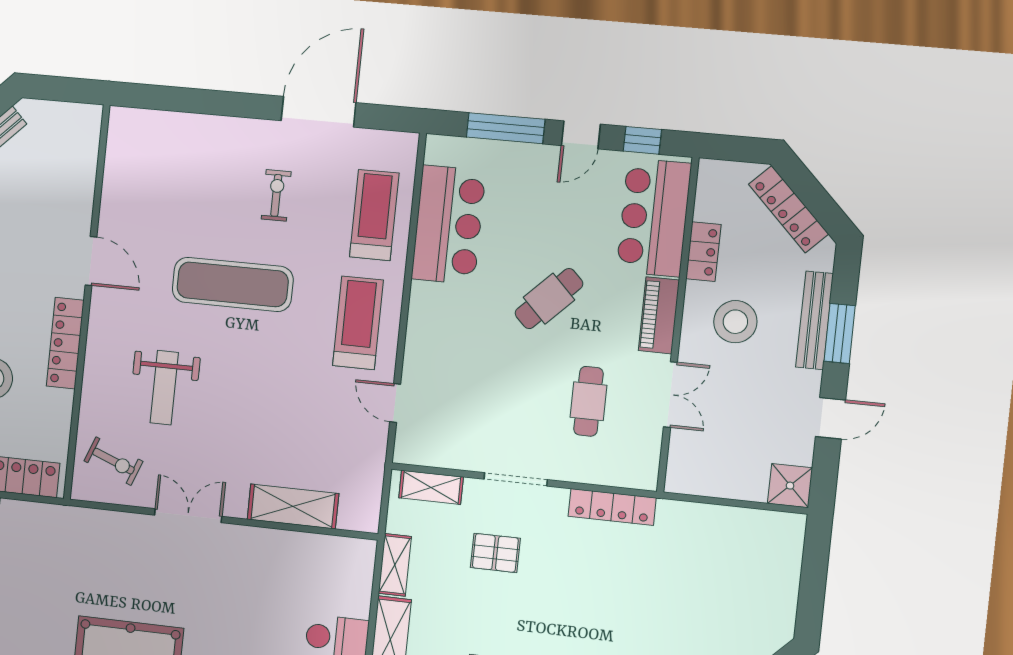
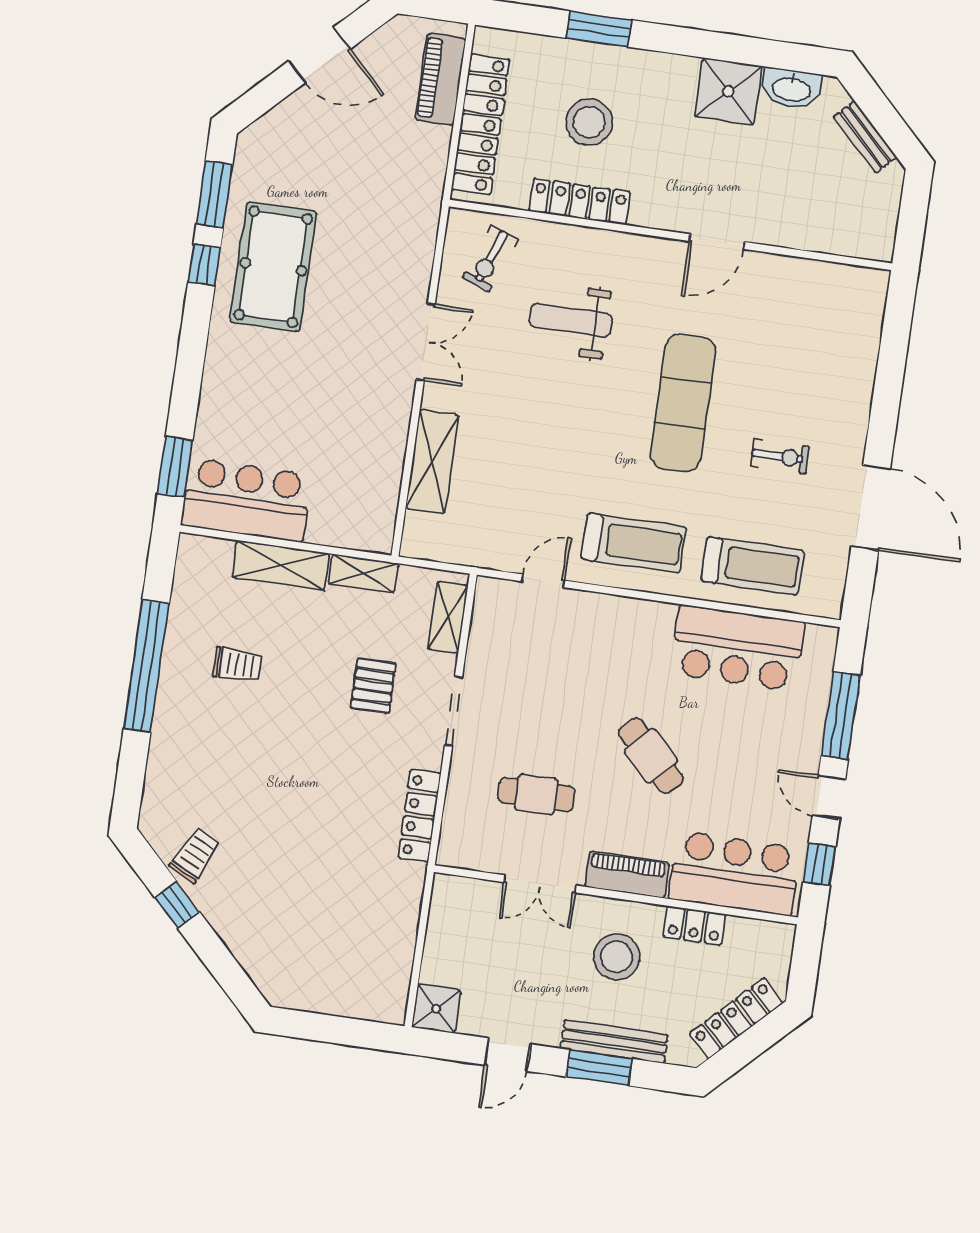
locker: (65, 343) -> (580, 202), moved
door: (831, 418) -> (508, 1055), hinge flipped

